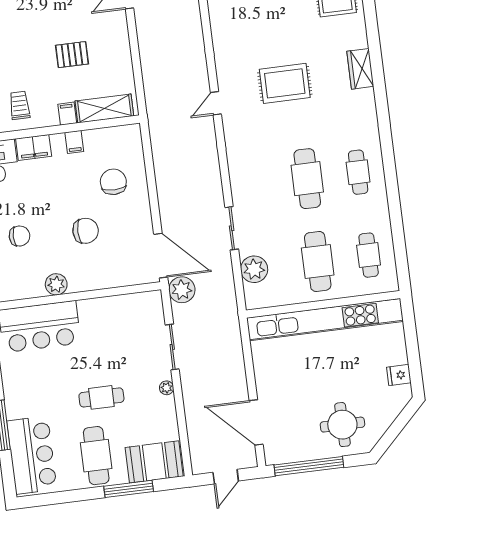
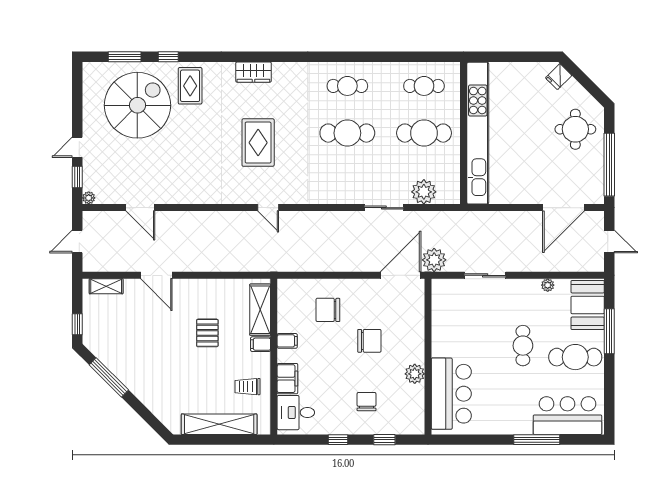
chair: (86, 231) -> (369, 341), turned 90
fridge: (399, 375) -> (559, 77), moved, turned 45
plant: (167, 388) -> (548, 285), moved

